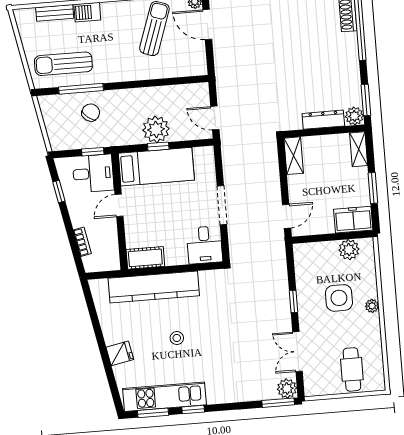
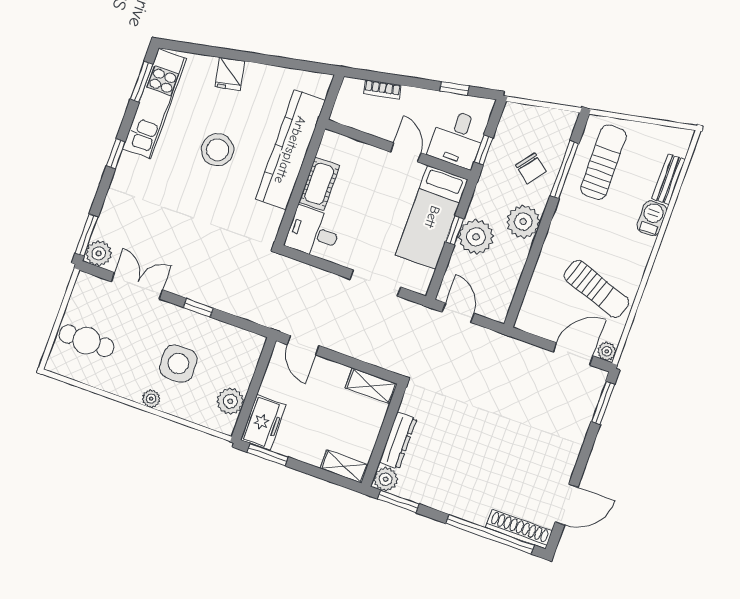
plant: (130, 101) -> (523, 222), added
door: (215, 118) -> (458, 313), hinge flipped
window: (373, 188) -> (268, 455), moved
doorway: (222, 205) -> (375, 283), moved
cot: (145, 258) -> (319, 184), moved
stool: (177, 338) -> (218, 150), width x1.89, depth x1.89
window: (193, 410) -> (116, 154), moved

